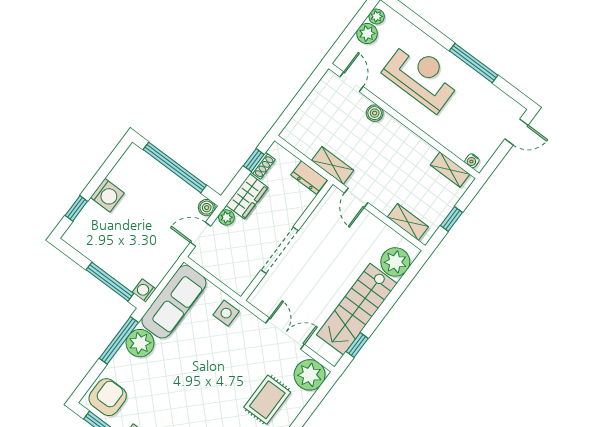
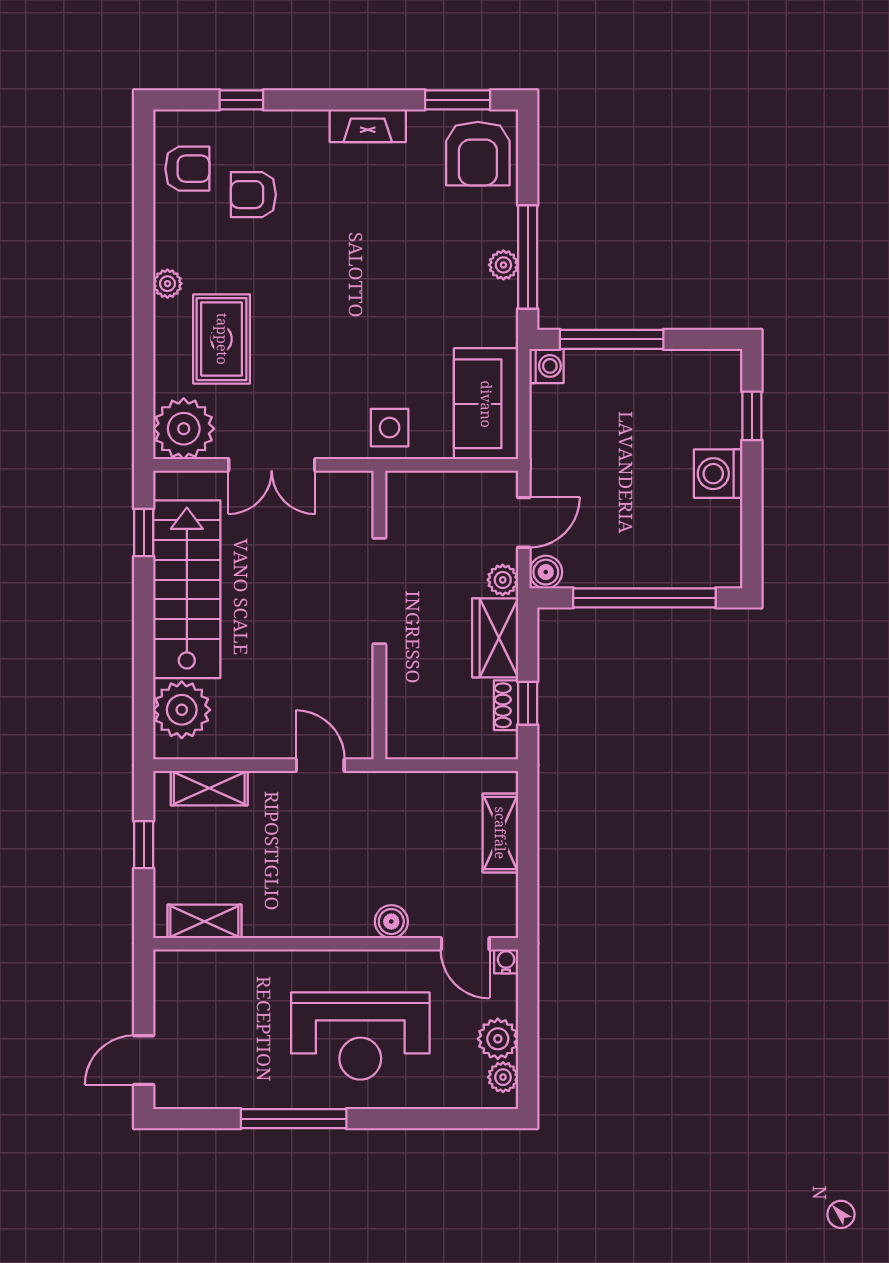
water cooler: (472, 161) -> (506, 961), moved
shelving: (333, 165) -> (500, 833), moved, turned 90
dresser: (309, 177) -> (419, 741), removed
sofa: (174, 302) -> (486, 404), width x0.73
plant: (140, 343) -> (503, 265), width x0.53, depth x0.53

